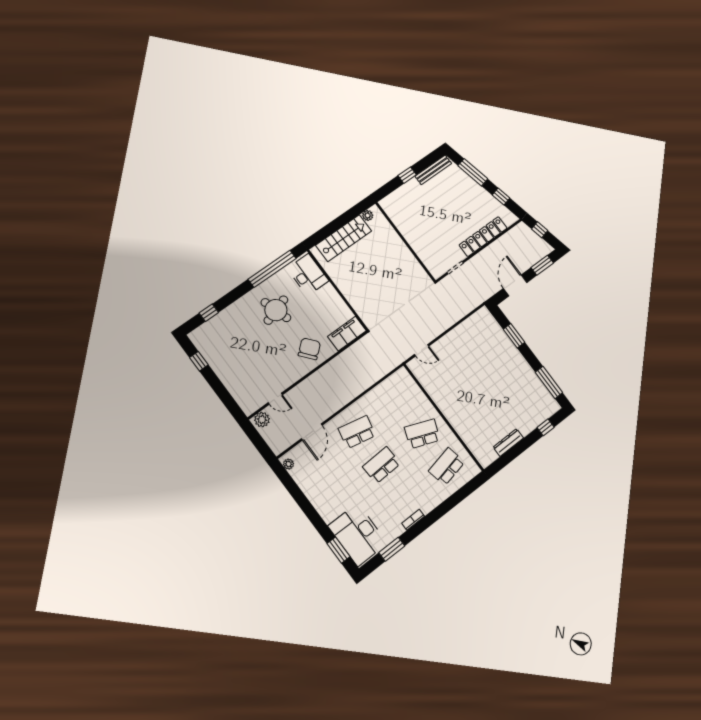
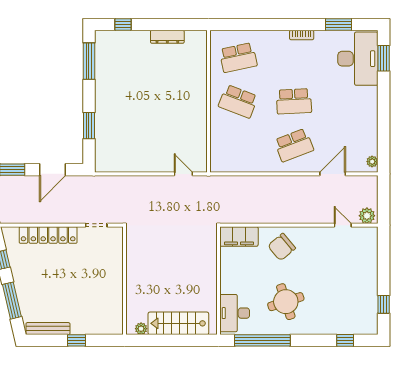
school desk: (357, 432) -> (294, 145), turned -33

